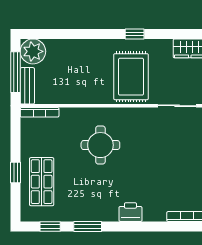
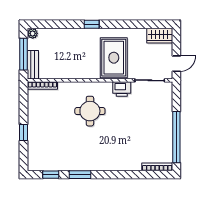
window: (135, 34) -> (92, 24), moved
plant: (33, 51) -> (33, 33), width x0.53, depth x0.53
shop shelf: (42, 182) -> (44, 140), removed
printer: (130, 212) -> (122, 89), moved, turned 180

